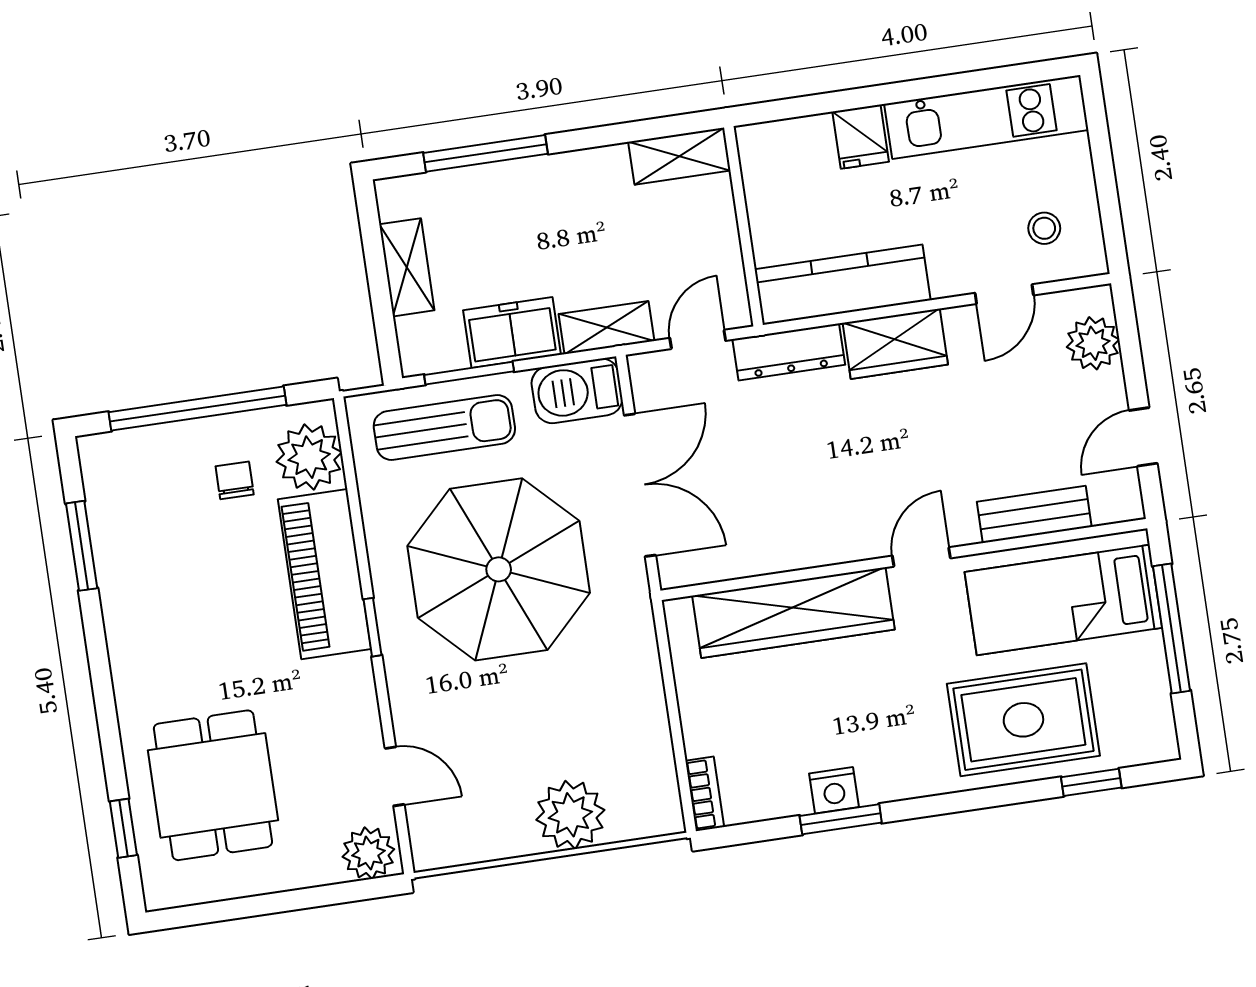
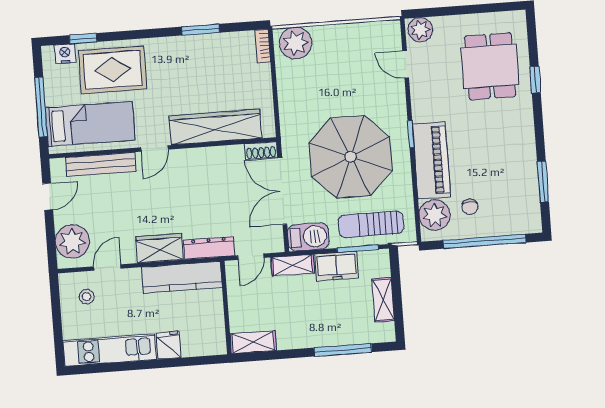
plant: (1093, 343) -> (72, 241), width x1.36, depth x1.36
bench: (1034, 514) -> (101, 165), width x1.36
shoe rack: (692, 569) -> (261, 151), added
nightstand: (834, 790) -> (65, 54), moved
plant: (570, 815) -> (295, 43), moved
window: (123, 828) -> (535, 80), moved

